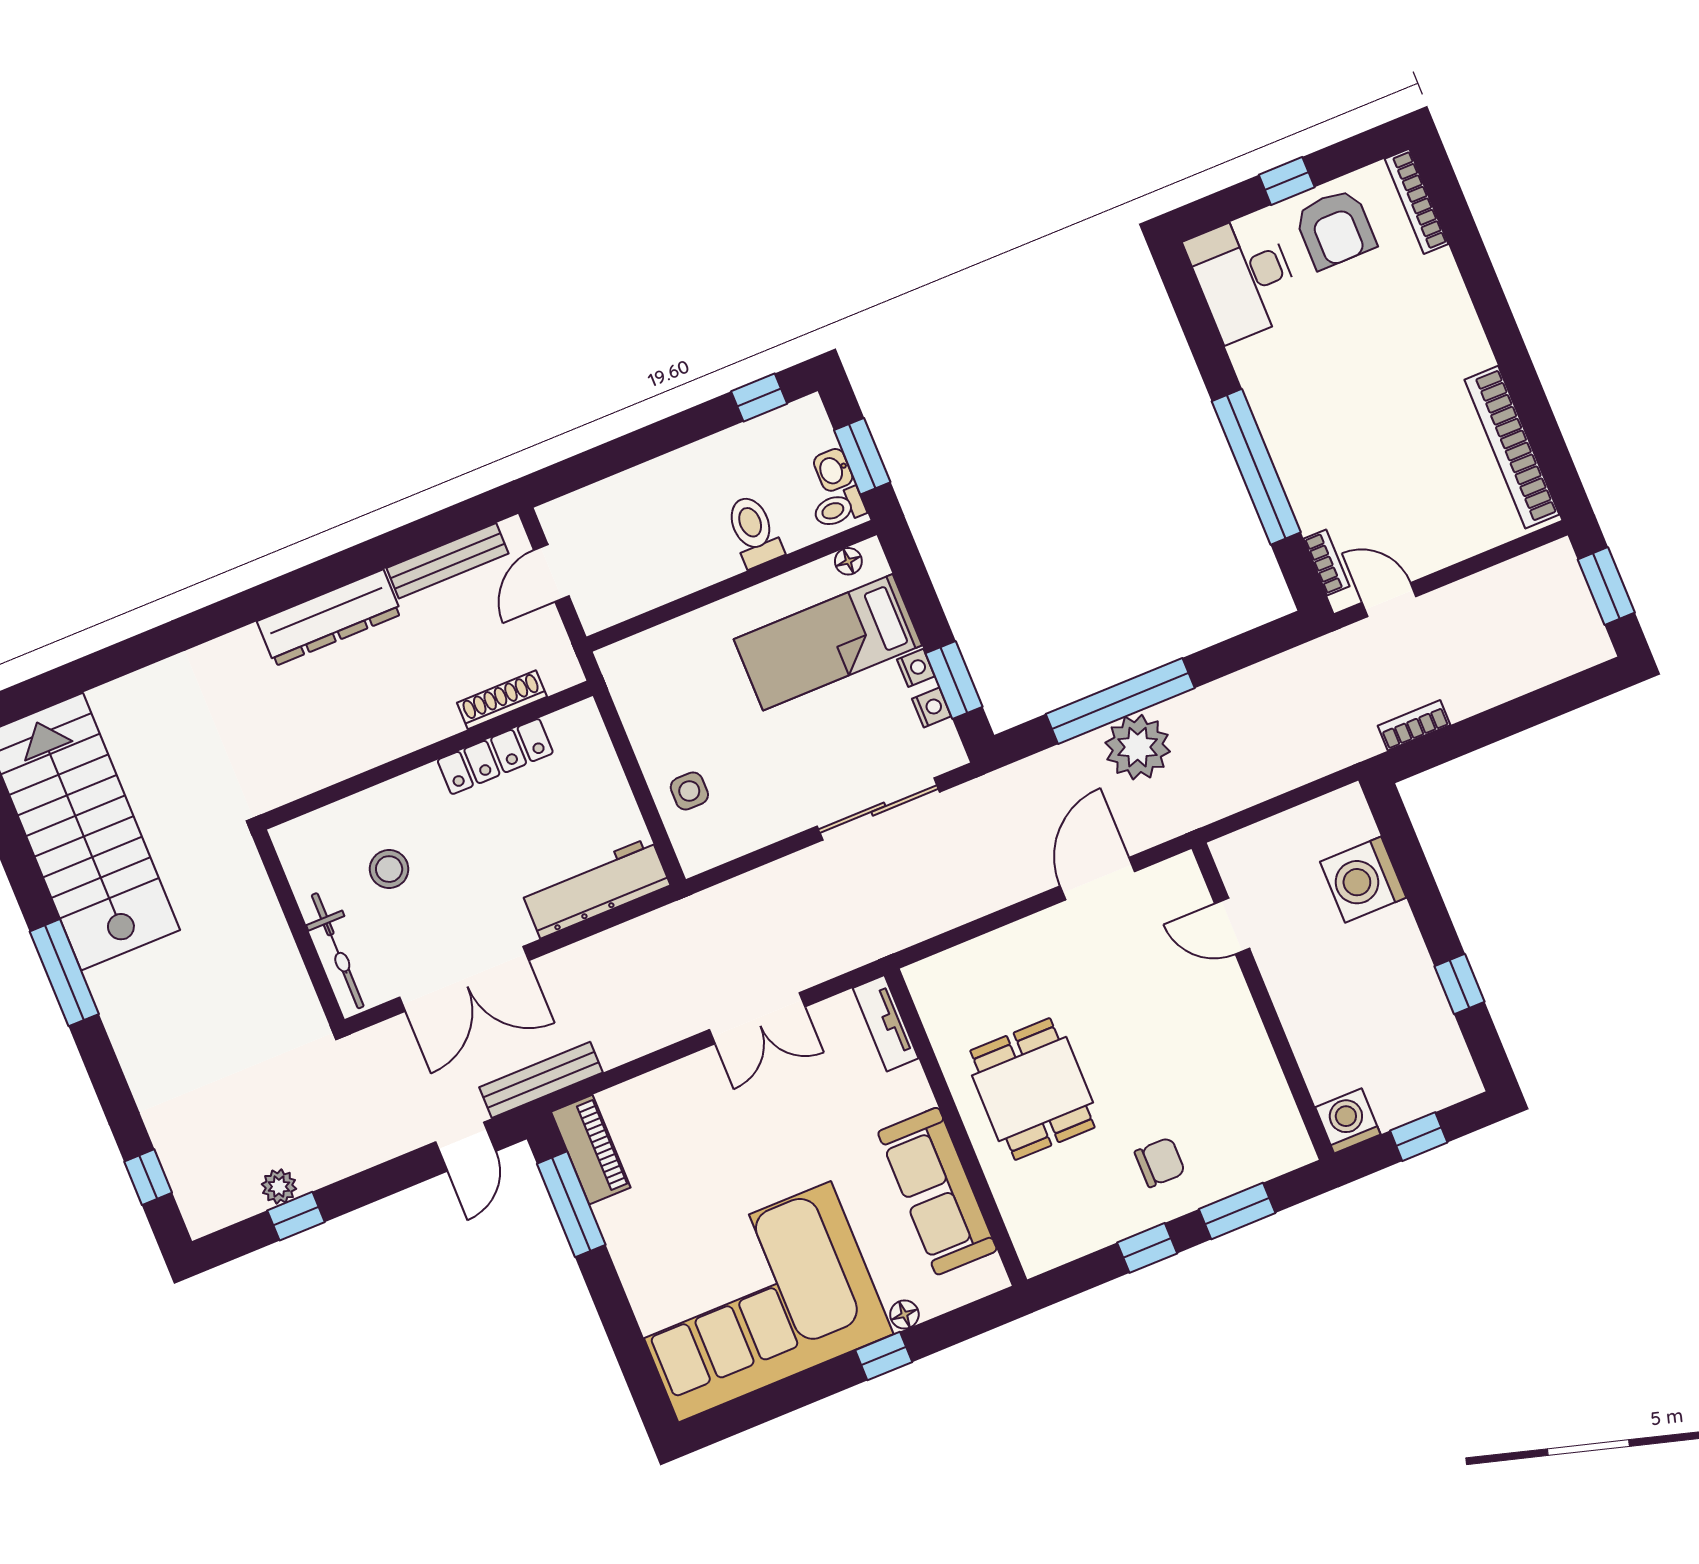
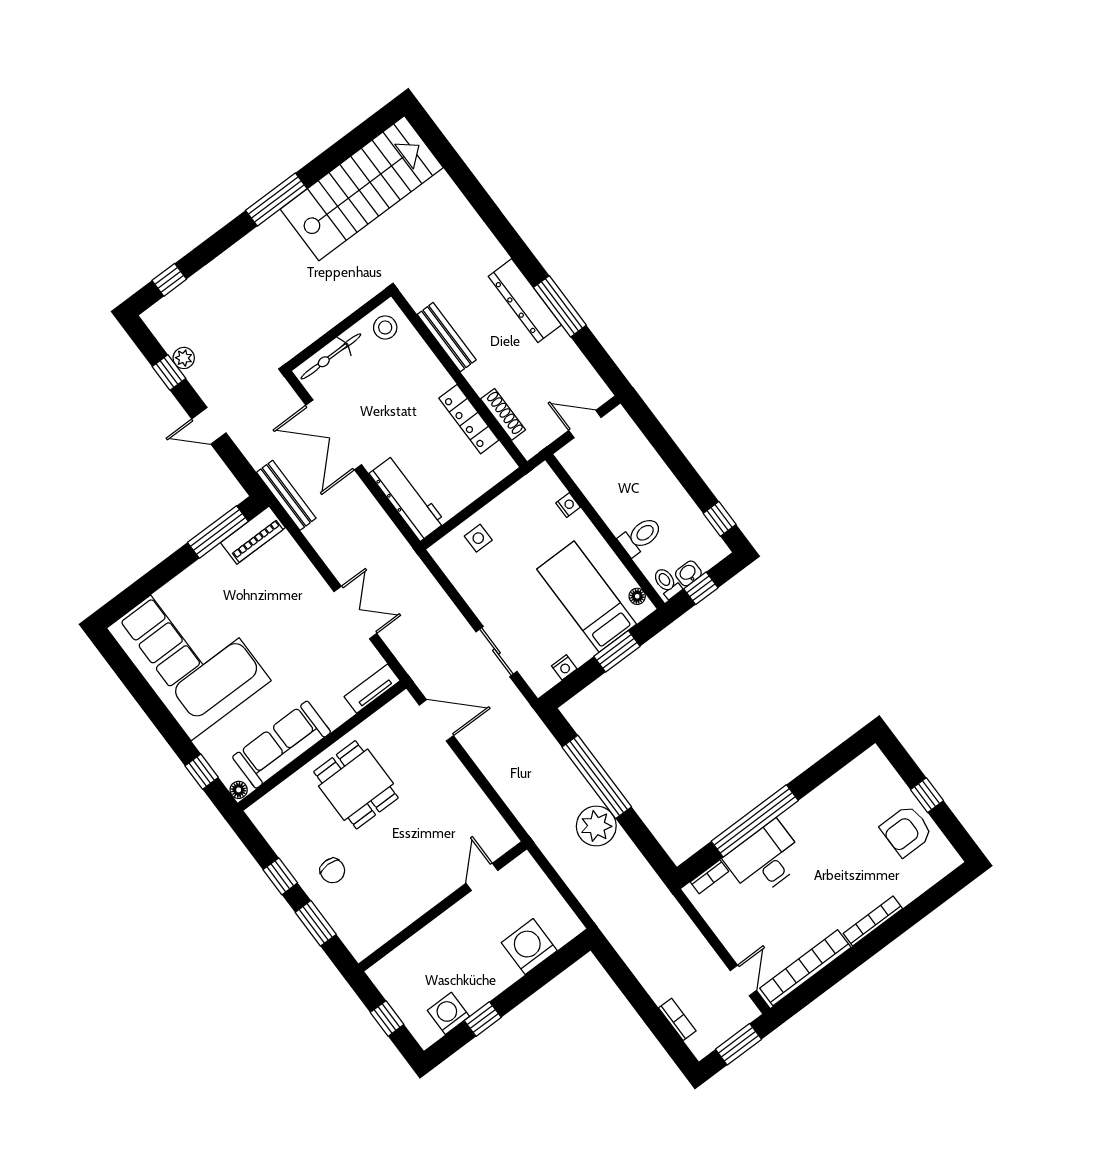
bookcase: (1416, 201) -> (873, 921), moved
desk: (1244, 277) -> (765, 859), moved
window: (862, 456) -> (701, 588), width x0.67
bench: (448, 561) -> (447, 337), moved
window: (353, 564) -> (560, 306), added
door: (1389, 600) -> (743, 980), moved
nightstand: (916, 668) -> (568, 505), moved, turned -90
window: (954, 680) -> (617, 651), moved
bookcase: (1414, 725) -> (677, 1019), moved
plant: (1138, 747) -> (596, 826), moved
sliding door: (878, 809) -> (496, 652), width x0.73
stool: (389, 869) -> (385, 327), moved
door: (1097, 879) -> (436, 720), moved
double door: (757, 1018) -> (355, 613), swing flipped
dining table: (1032, 1089) -> (356, 785), turned 90
washing machine: (1348, 1121) -> (448, 1013), moved, turned -90
door: (466, 1147) -> (209, 426), moved
floor lamp: (904, 1314) -> (239, 790), moved
window: (884, 1356) -> (202, 772), moved

